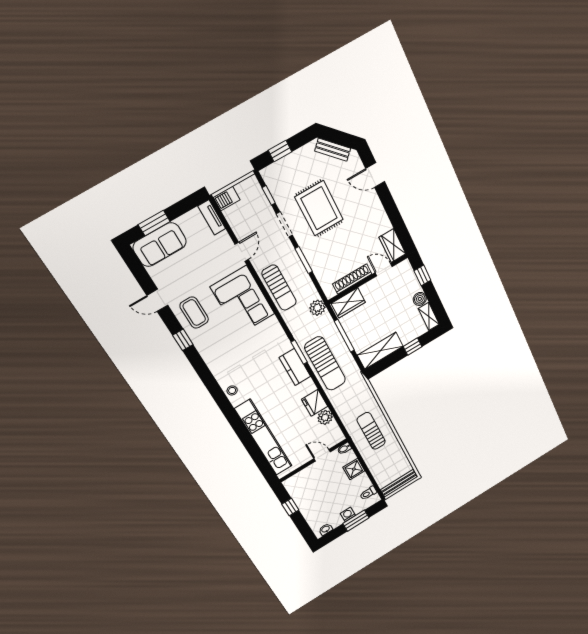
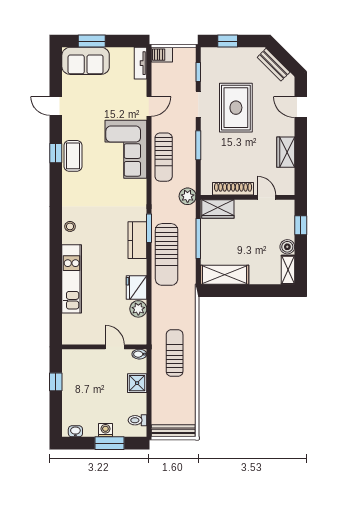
wardrobe: (392, 246) -> (286, 152), moved
coffee table: (194, 313) -> (73, 156), moved
window: (413, 347) -> (258, 291), removed
kitchen unit: (264, 438) -> (72, 279), width x0.73

